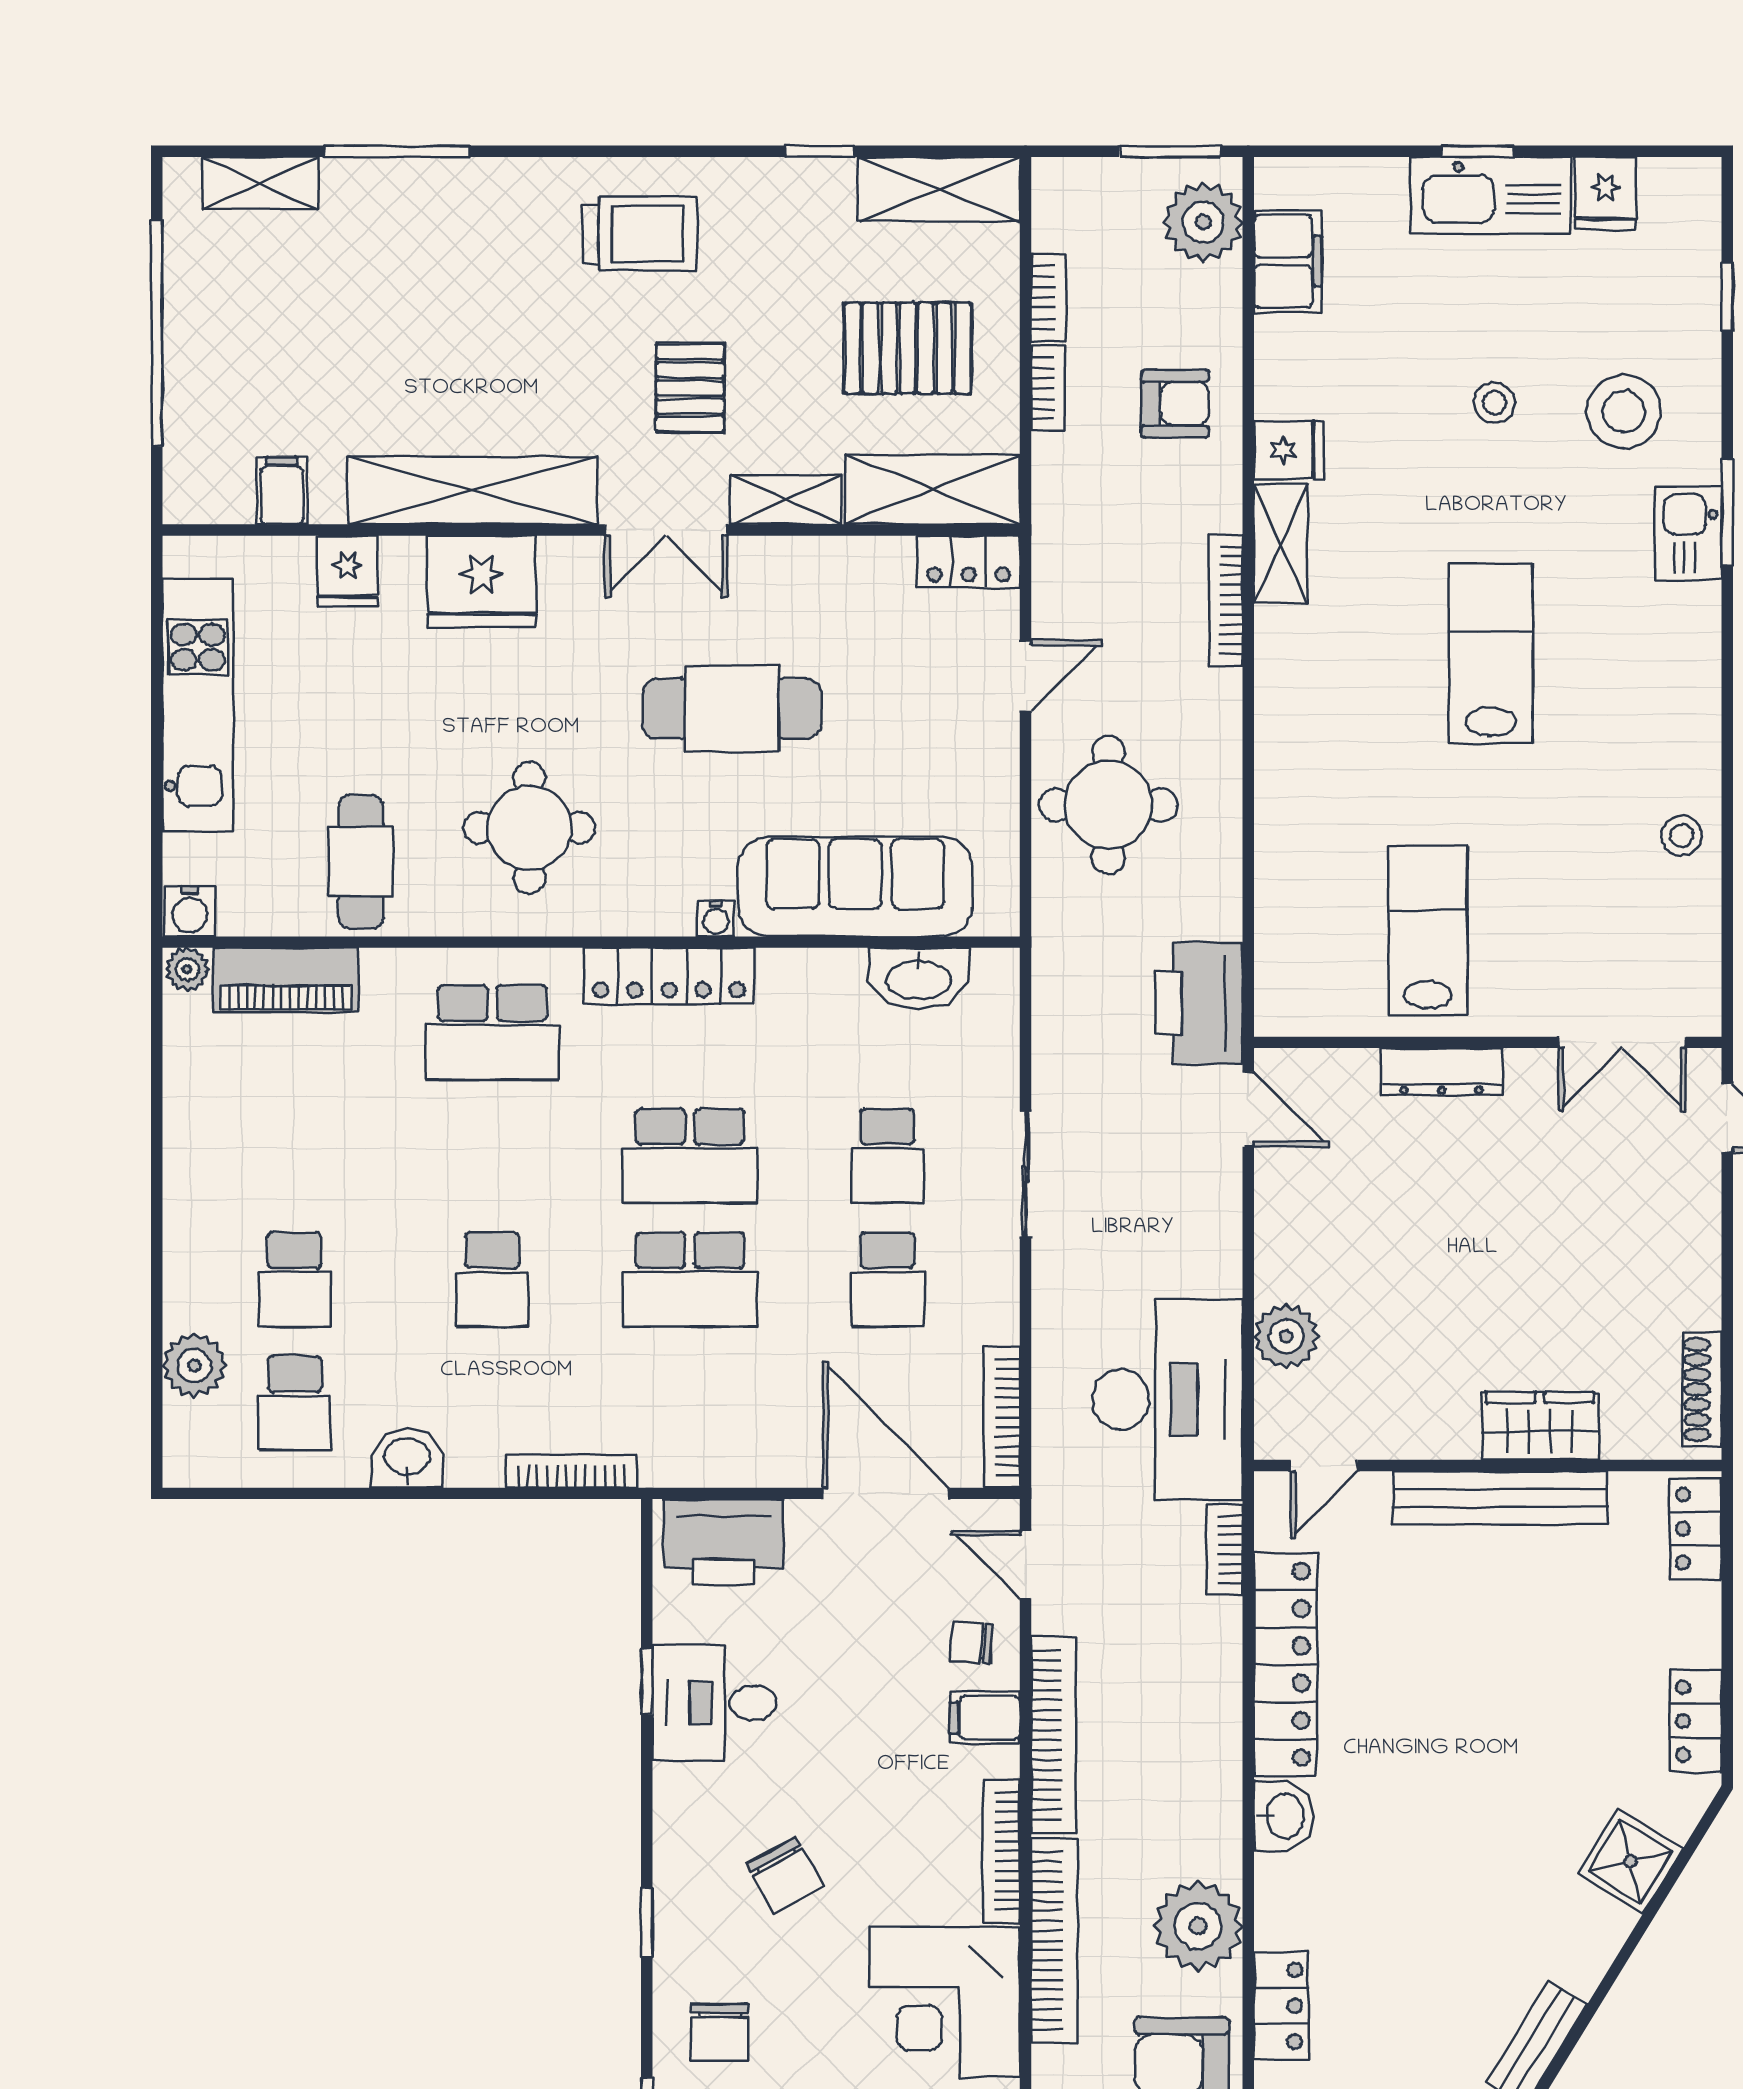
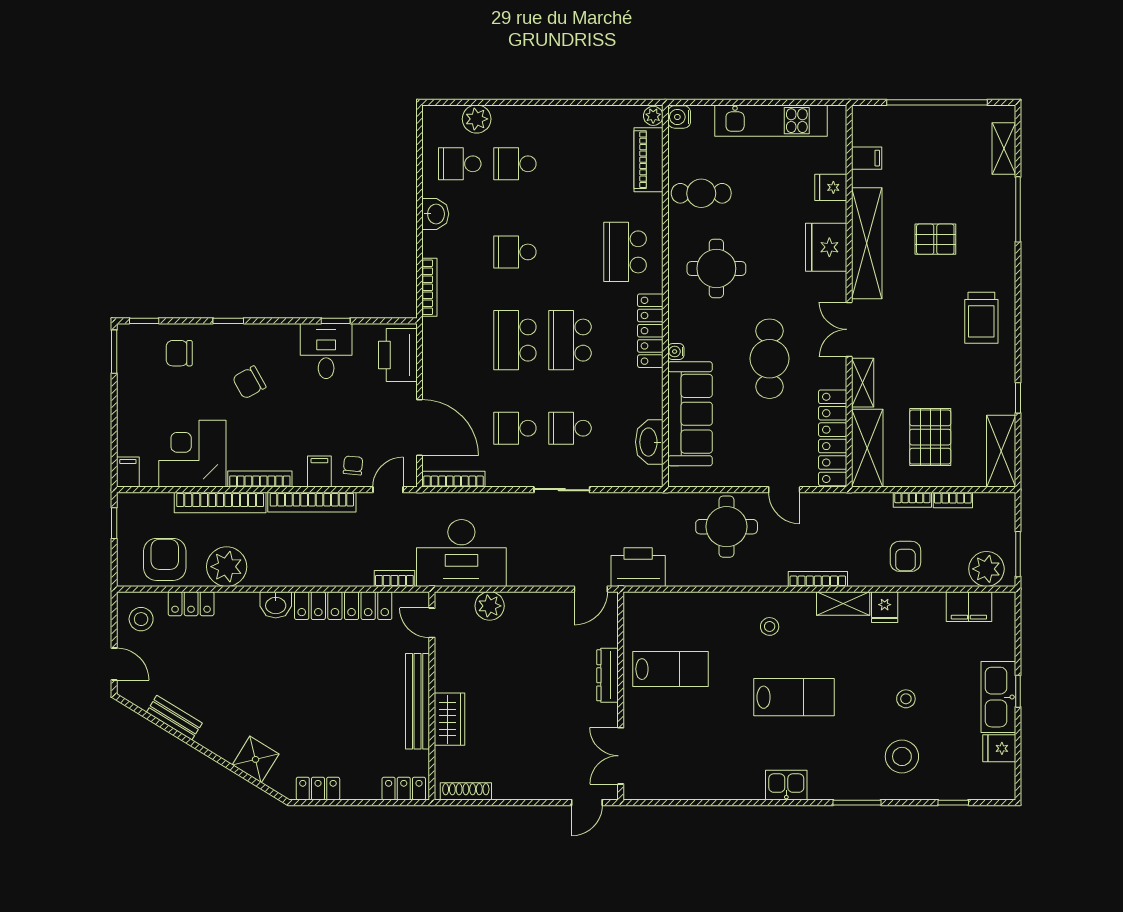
pallet: (690, 388) -> (935, 239), moved
kitchen sink: (1688, 533) -> (786, 785), moved
locker: (969, 561) -> (833, 438), width x2.16, depth x1.21
stool: (1682, 836) -> (770, 626), moved
door: (886, 1493) -> (420, 428), hinge flipped

